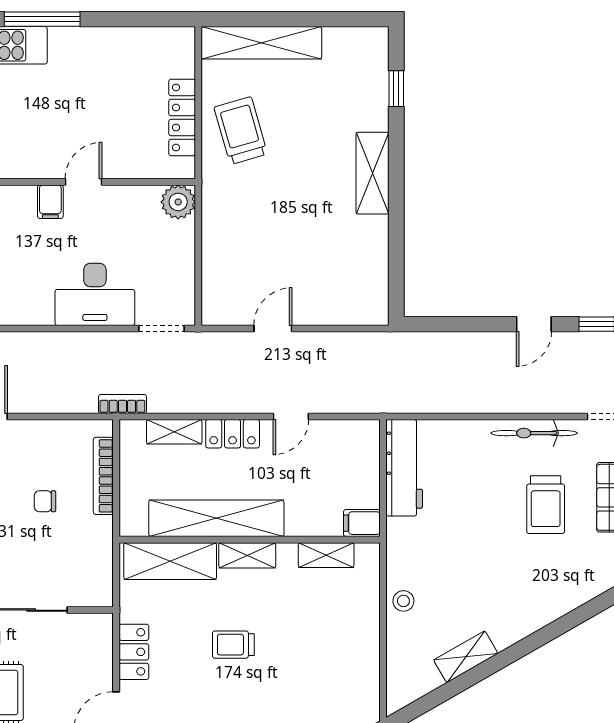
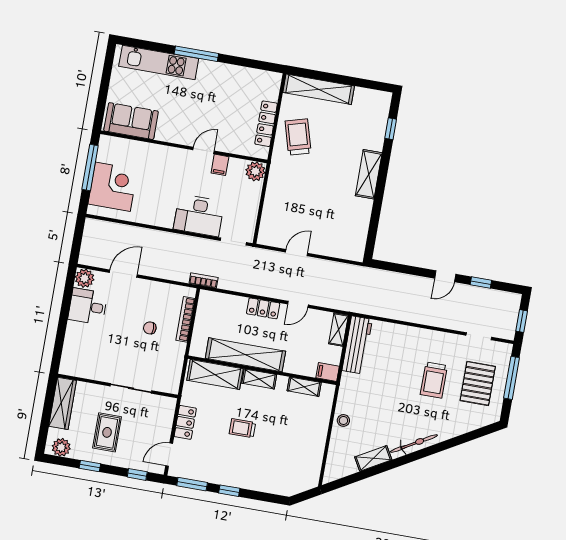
filing cabinet: (50, 202) -> (220, 165), moved
shelving: (174, 432) -> (339, 329), moved, turned 90
bicycle: (534, 433) -> (414, 444), moved, turned 150

